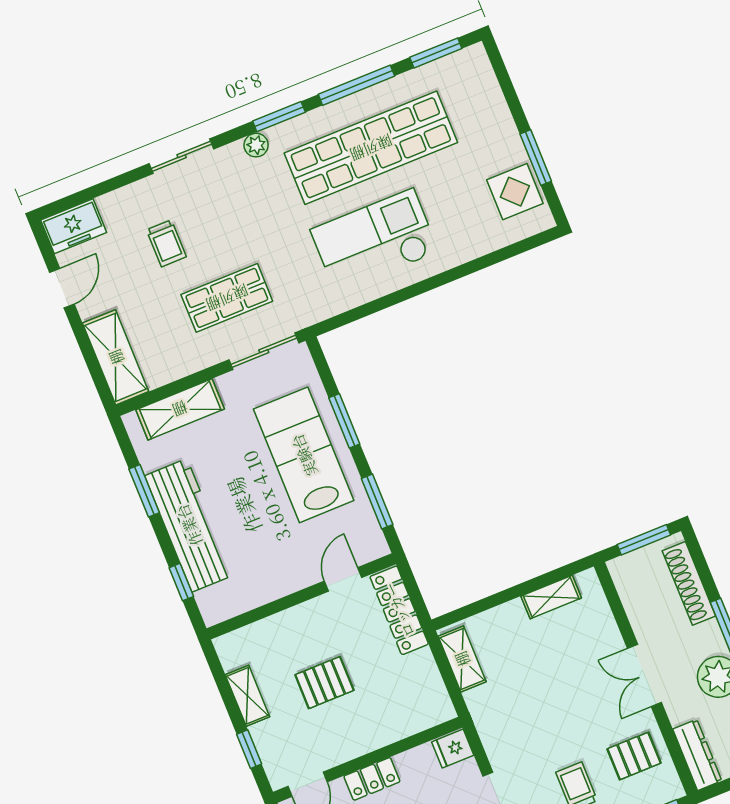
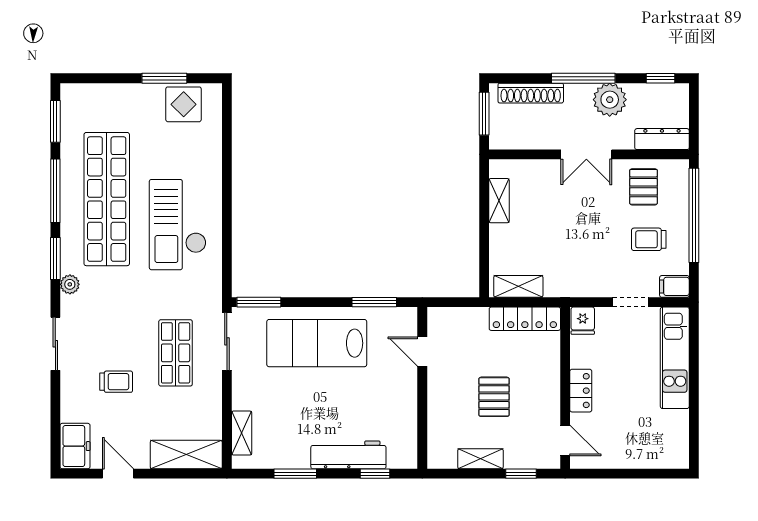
shelving: (180, 409) -> (242, 433), width x0.67, depth x0.75
window: (344, 421) -> (259, 302), moved
workbench: (189, 525) -> (348, 455), width x0.73, depth x0.76
locker: (399, 610) -> (525, 319), moved

